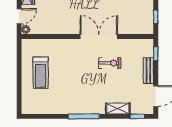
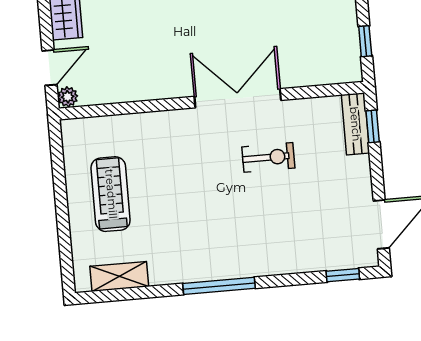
bench: (148, 71) -> (355, 124), moved
treadmill: (41, 73) -> (111, 194), turned 180
shelving: (118, 109) -> (119, 276), moved

